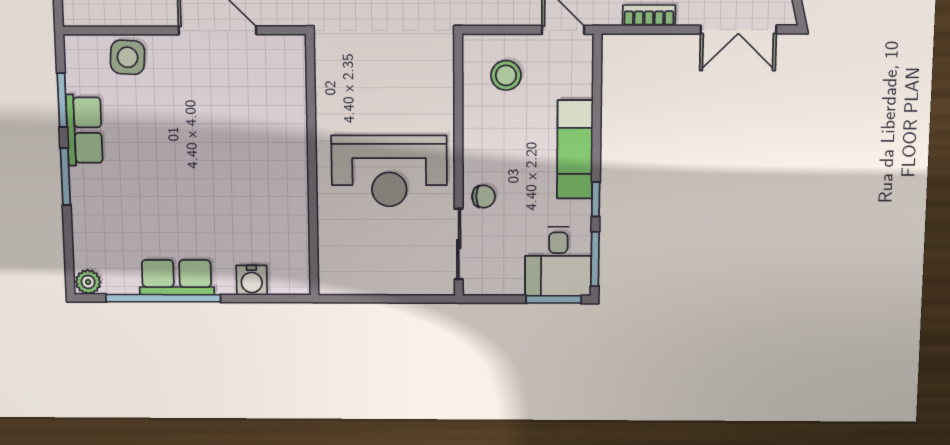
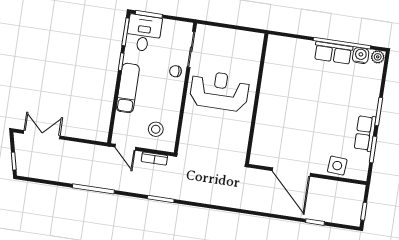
bookcase: (649, 15) -> (154, 159), moved
water cooler: (252, 280) -> (361, 56), moved

